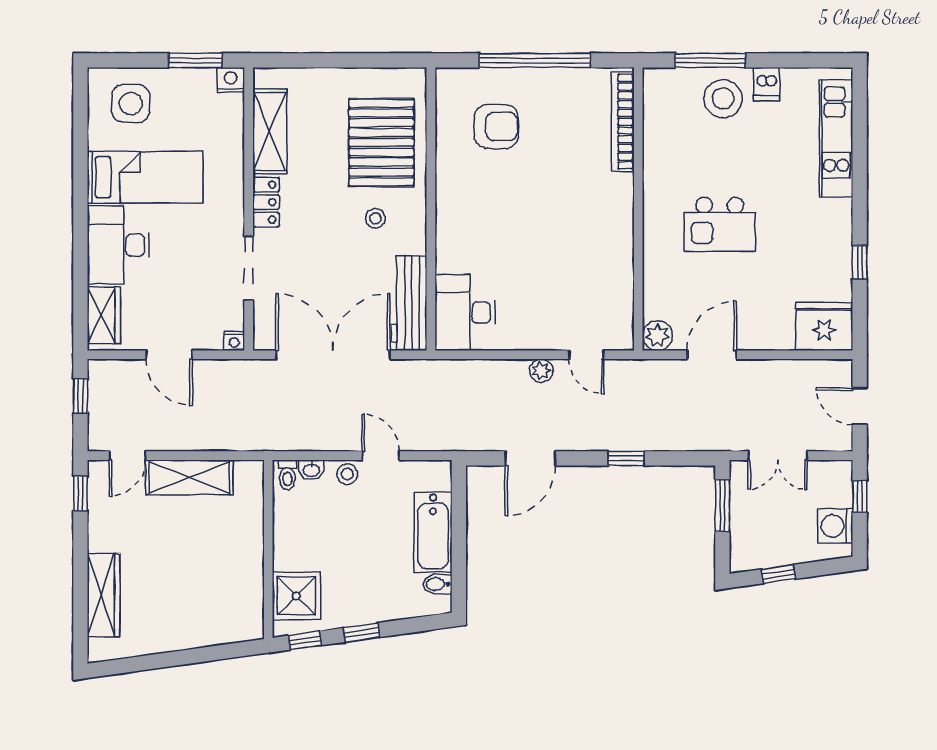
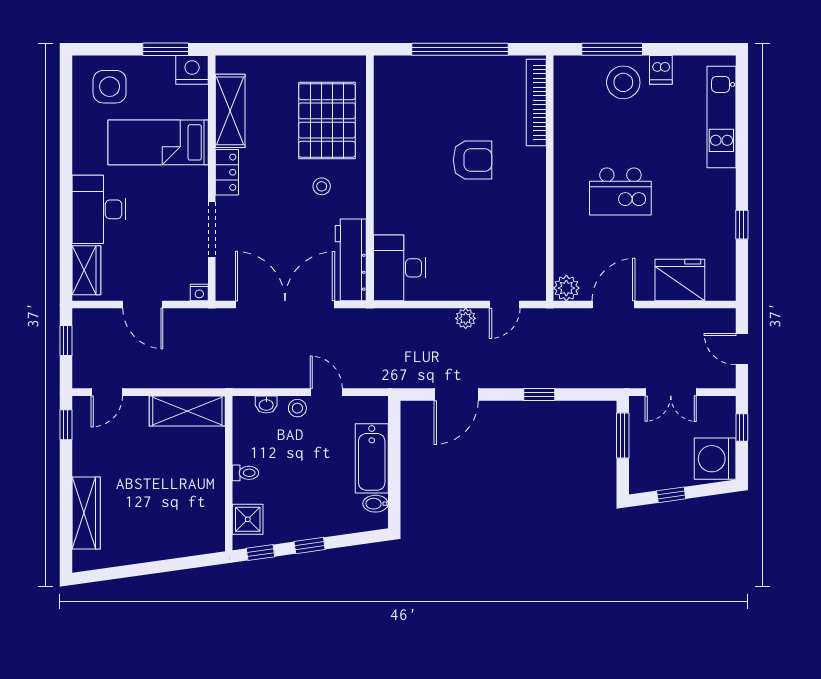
nightstand: (231, 80) -> (192, 70), width x1.36, depth x1.33
armchair: (496, 127) -> (472, 160), moved
bed: (145, 177) -> (158, 142), moved, turned 180
fridge: (824, 326) -> (680, 280), moved
door: (586, 355) -> (505, 305), hinge flipped
toilet: (287, 475) -> (246, 473), moved, turned -90
shelving: (189, 477) -> (187, 411), moved
washing machine: (835, 526) -> (715, 459), width x1.37, depth x1.37
shower: (296, 596) -> (248, 519), width x0.73, depth x0.73

